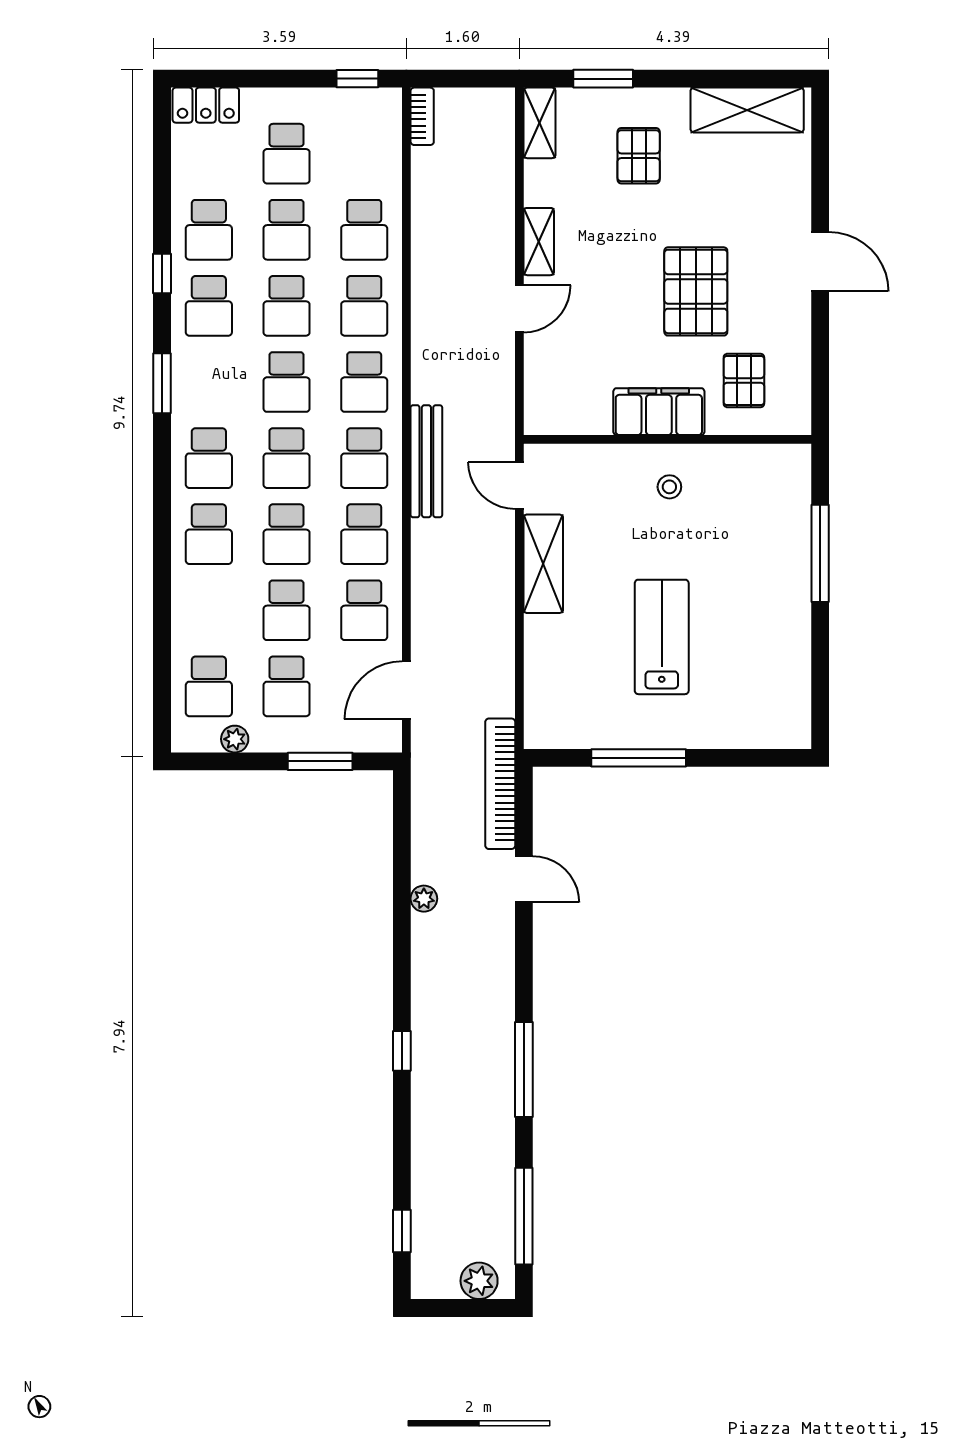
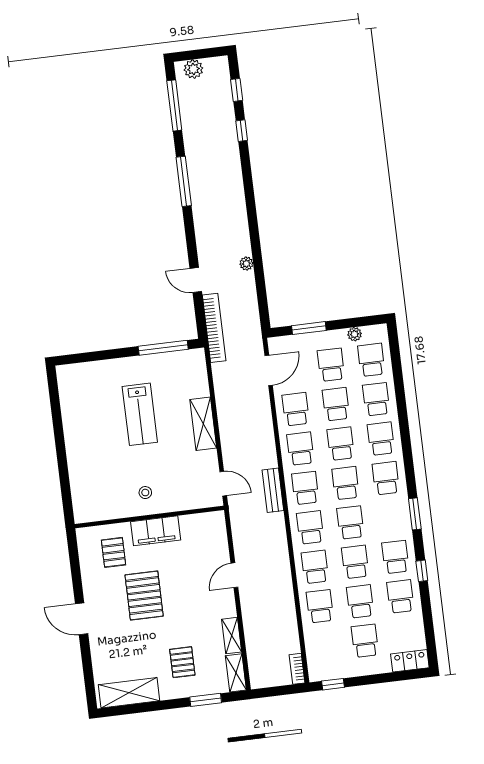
shelving: (539, 242) -> (232, 636), moved
bench: (426, 461) -> (273, 490), width x0.73
window: (820, 553) -> (63, 468), removed
shelving: (543, 564) -> (203, 424), moved
school desk: (209, 610) -> (376, 399), added
window: (639, 758) -> (163, 348), moved
window: (402, 1051) -> (242, 131), moved

